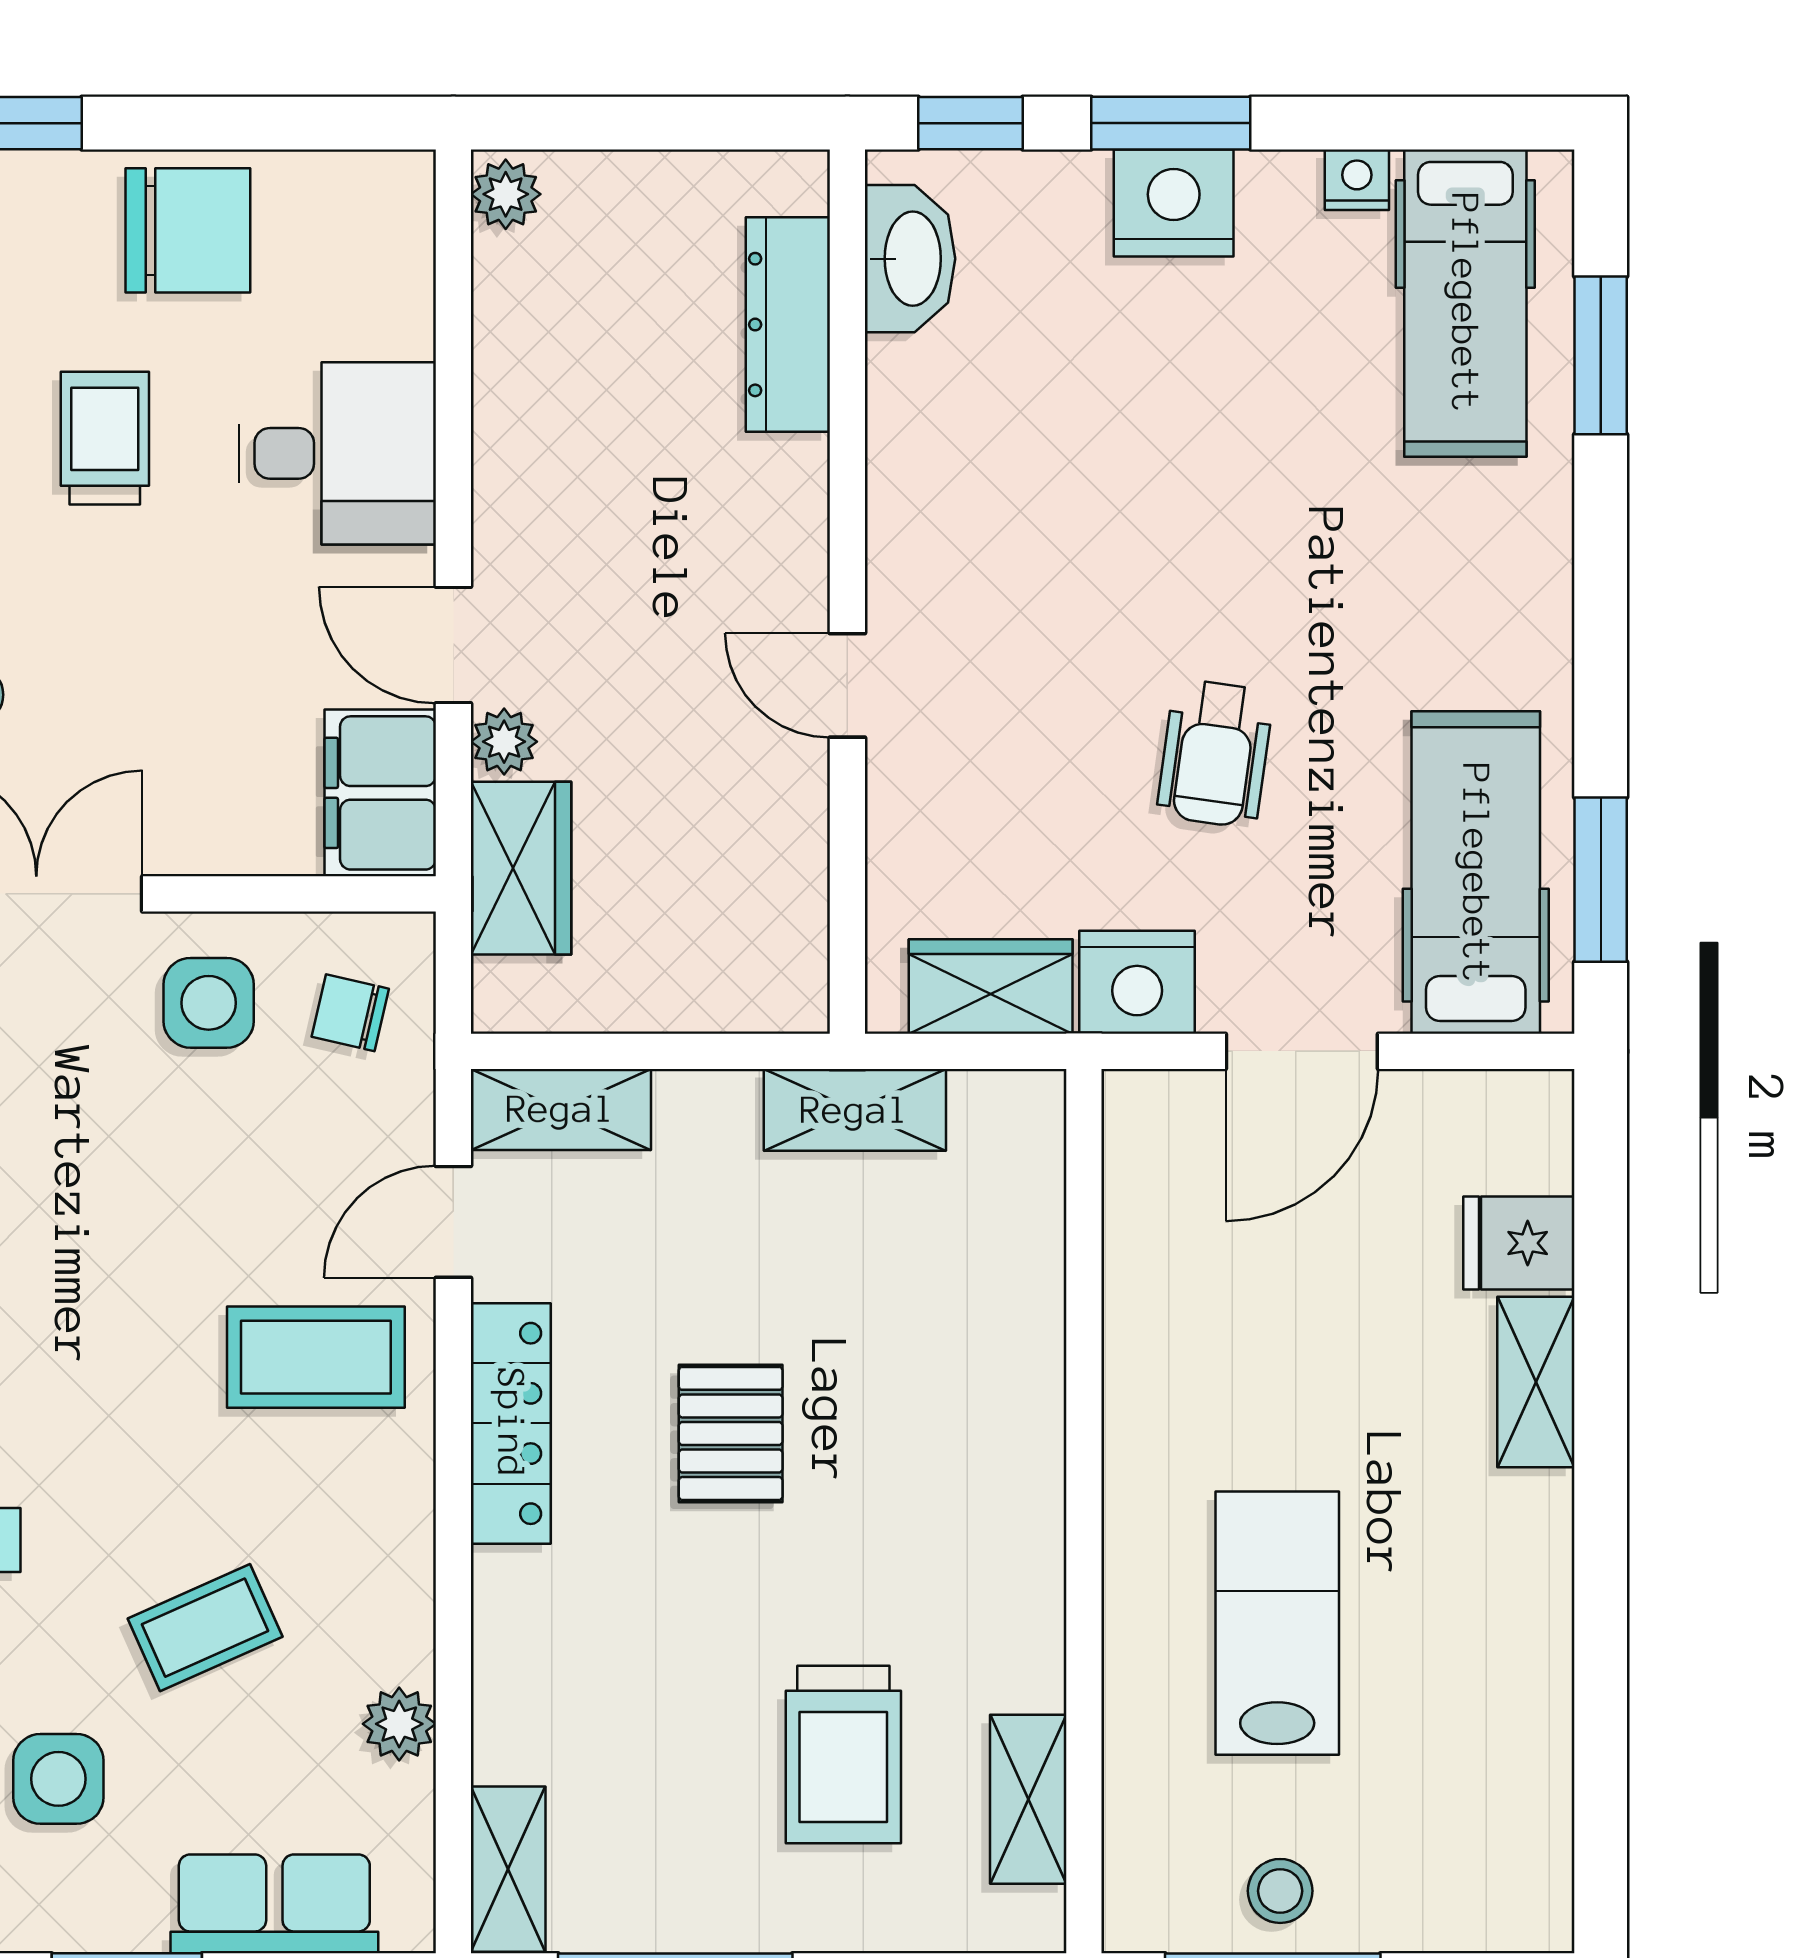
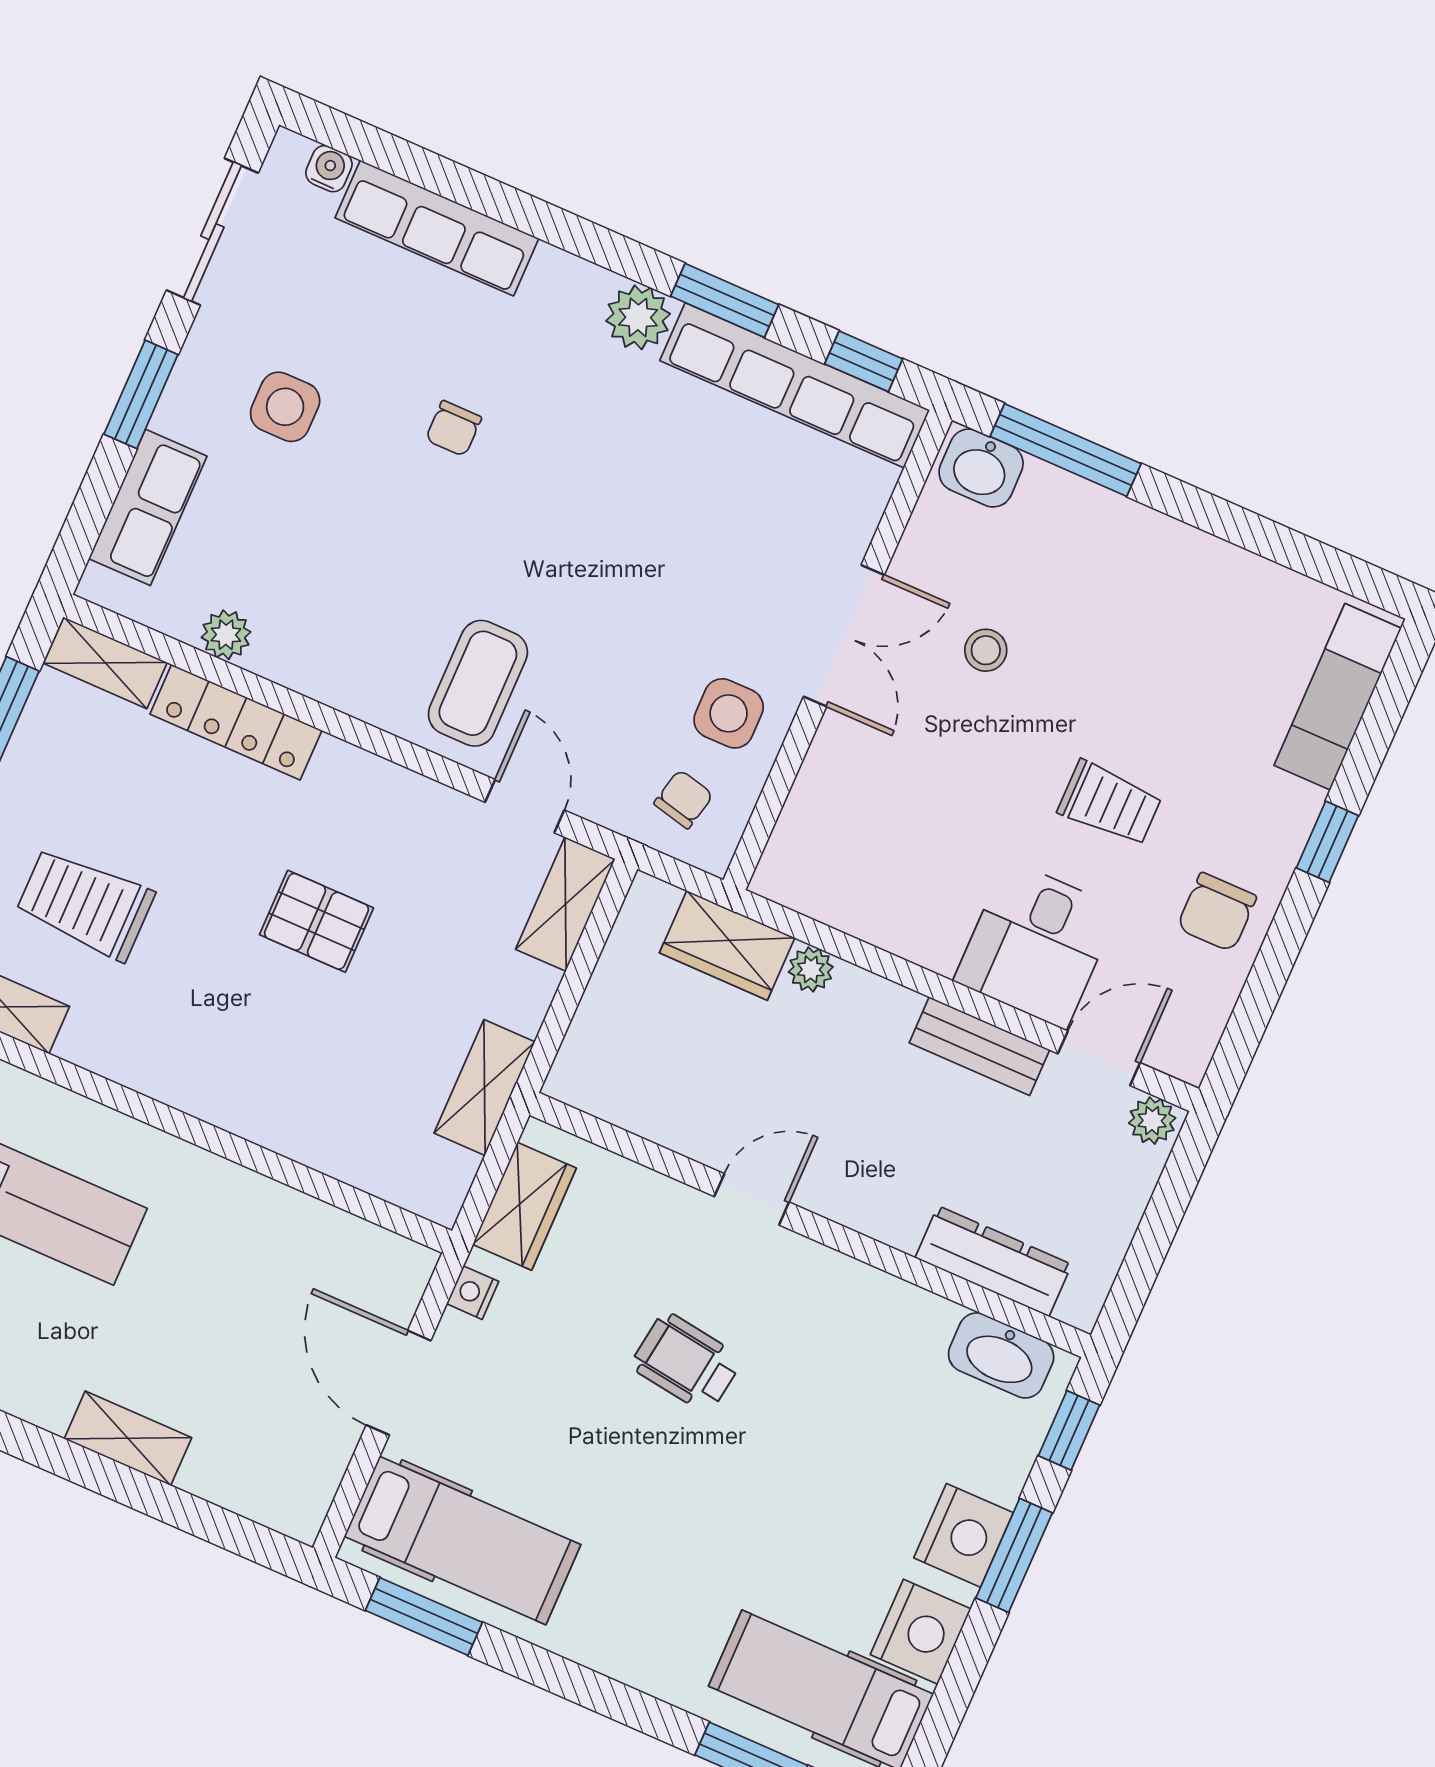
nightstand: (1357, 180) -> (921, 1632), width x1.89, depth x1.79
chair: (188, 230) -> (1217, 912), width x0.73, depth x0.73
bench: (508, 470) -> (979, 1046), added
door: (453, 645) -> (1099, 1058), moved
wheelchair: (1215, 754) -> (686, 1362), moved
filing cabinet: (380, 793) -> (813, 878), removed
nightstand: (1137, 982) -> (473, 1293), width x0.53, depth x0.56
fridge: (1519, 1243) -> (219, 1466), removed
locker: (511, 1423) -> (236, 722), moved
coffee table: (205, 1628) -> (339, 540), removed

